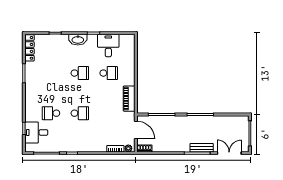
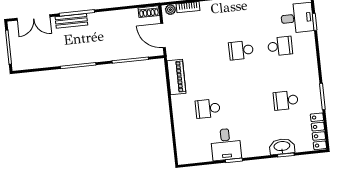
washbasin: (78, 40) -> (282, 147), moved
desk: (108, 45) -> (226, 144), moved
school desk: (80, 73) -> (286, 100), moved

